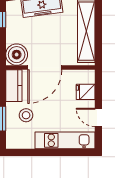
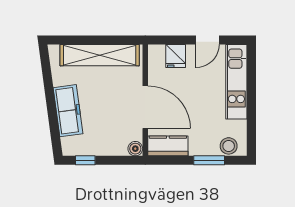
boiler: (17, 55) -> (135, 149), width x0.54, depth x0.54
stool: (26, 115) -> (229, 146), moved

